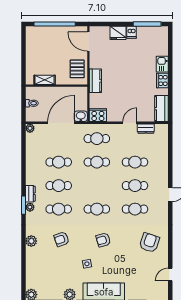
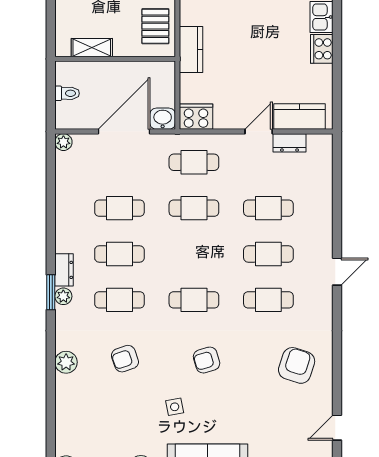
kitchen counter: (161, 109) -> (300, 117), moved, turned 90

